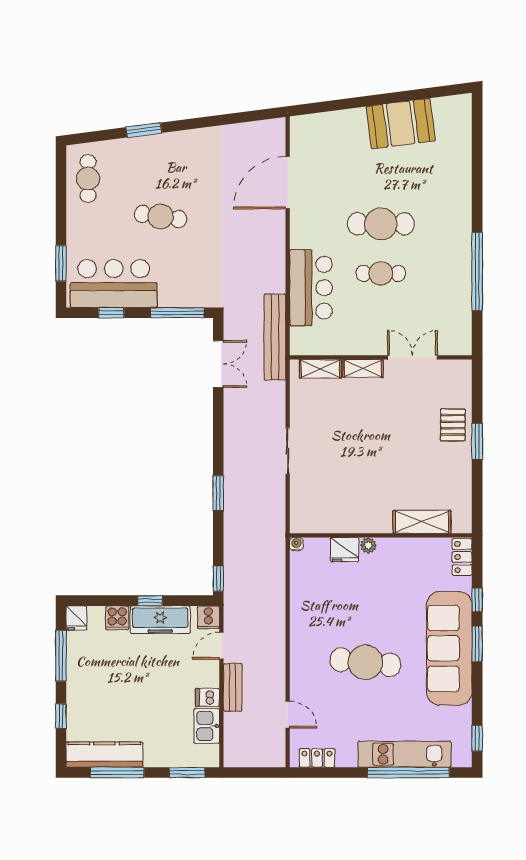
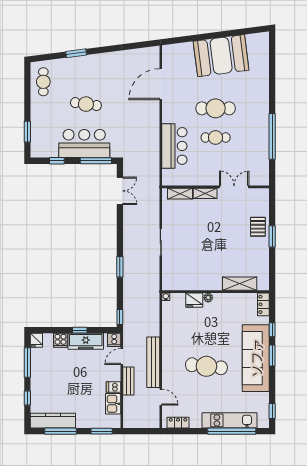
booth: (401, 124) -> (221, 56), width x1.36, depth x1.42
bar counter: (114, 284) -> (84, 144), moved
bench: (275, 337) -> (153, 362), moved

